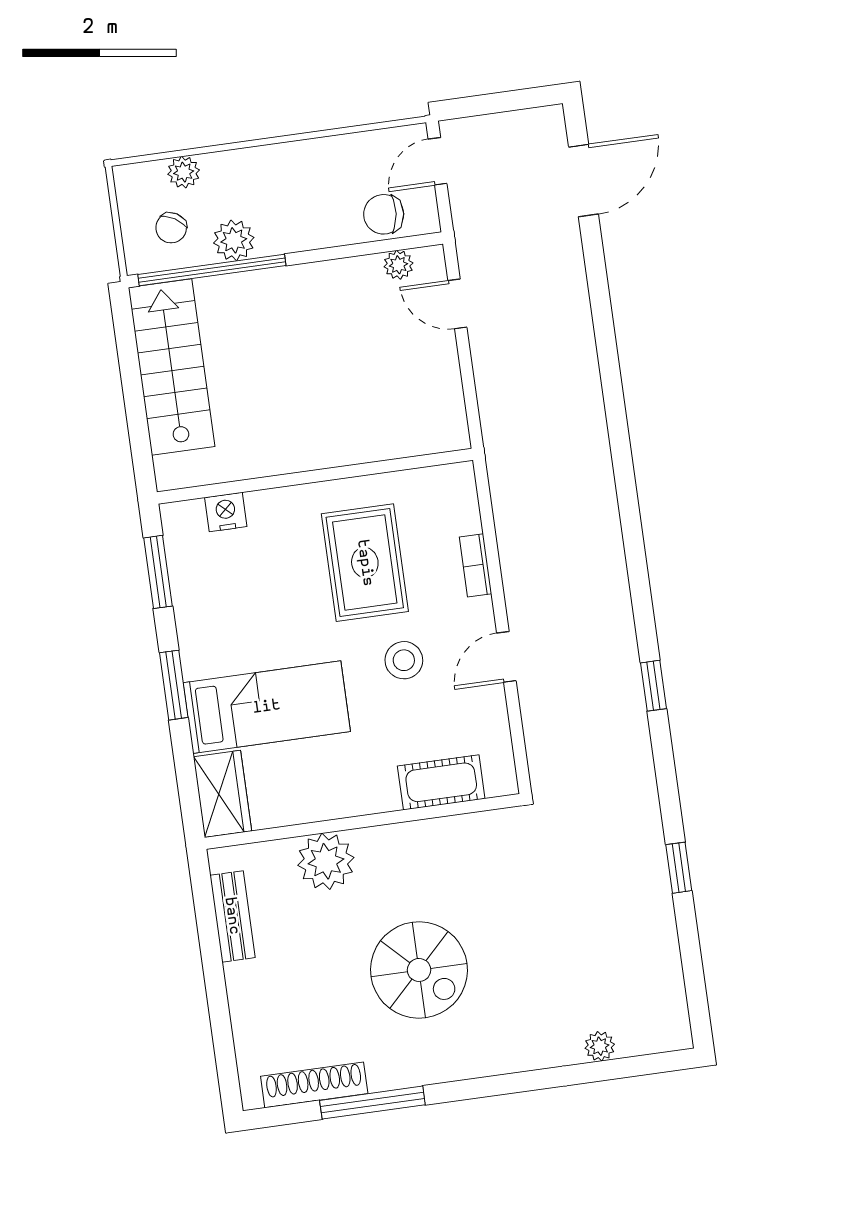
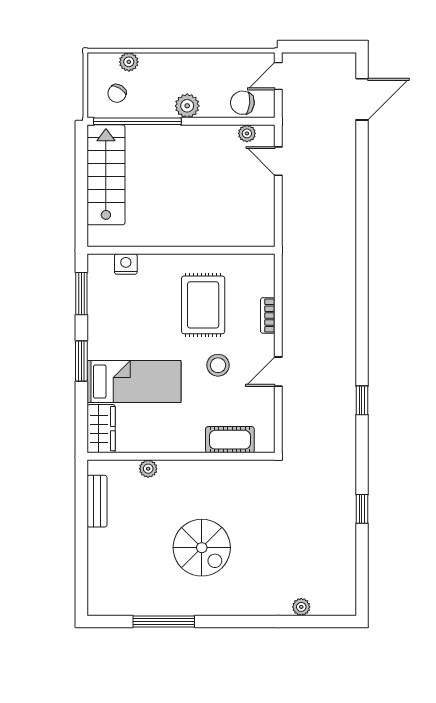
plant: (234, 240) -> (187, 106), moved
plant: (326, 861) -> (148, 469), width x0.53, depth x0.53
shoe rack: (314, 1085) -> (131, 606), removed

